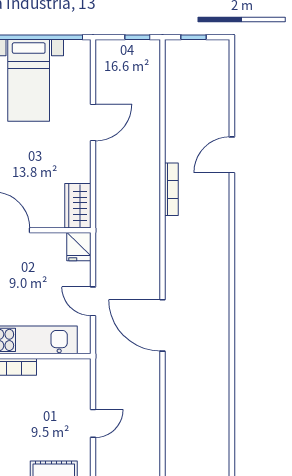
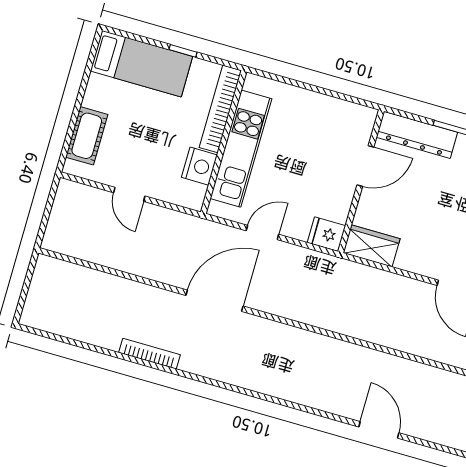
bookcase: (171, 189) -> (150, 354), moved, turned 180
nightstand: (52, 371) -> (199, 166), added

